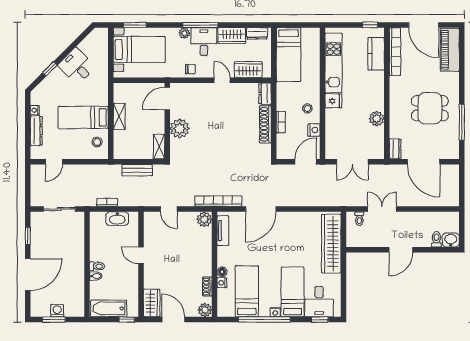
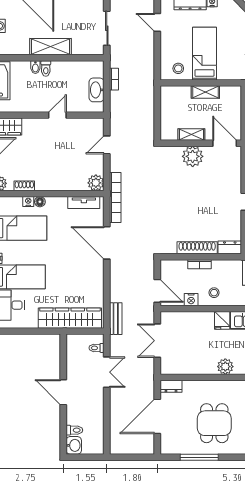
plant: (377, 119) -> (225, 367), moved
shelving: (159, 147) -> (191, 134), moved
bench: (137, 170) -> (116, 319), moved
shelving: (77, 262) -> (50, 47), added

